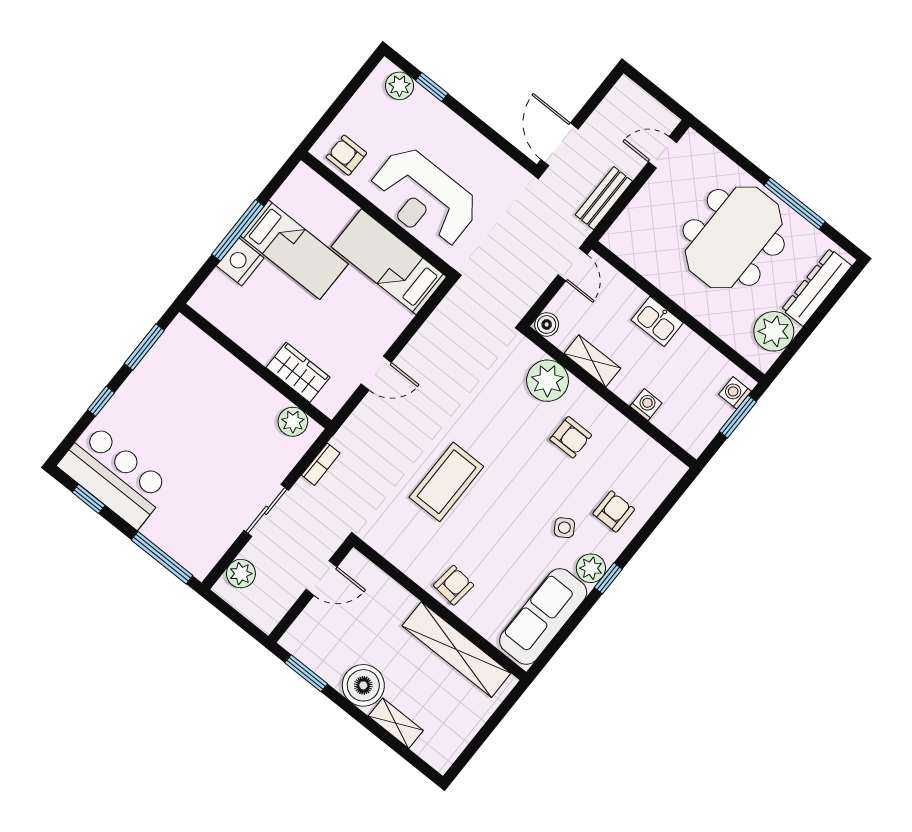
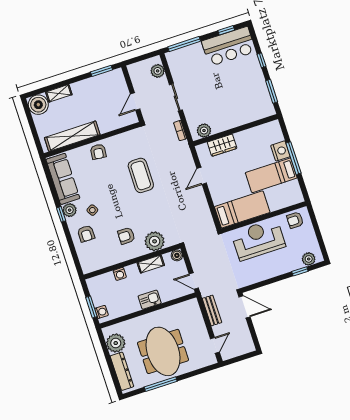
armchair: (346, 155) -> (295, 220), turned 180
boiler: (363, 685) -> (38, 105), moved

